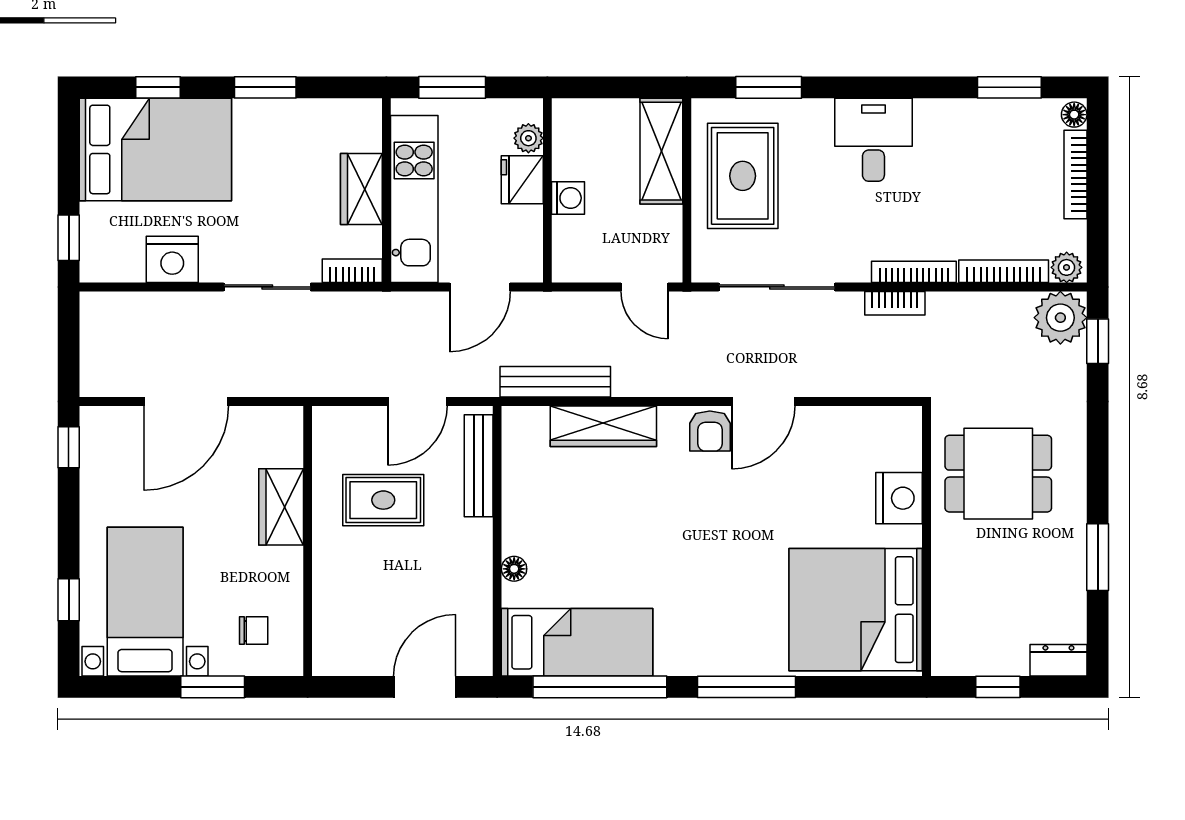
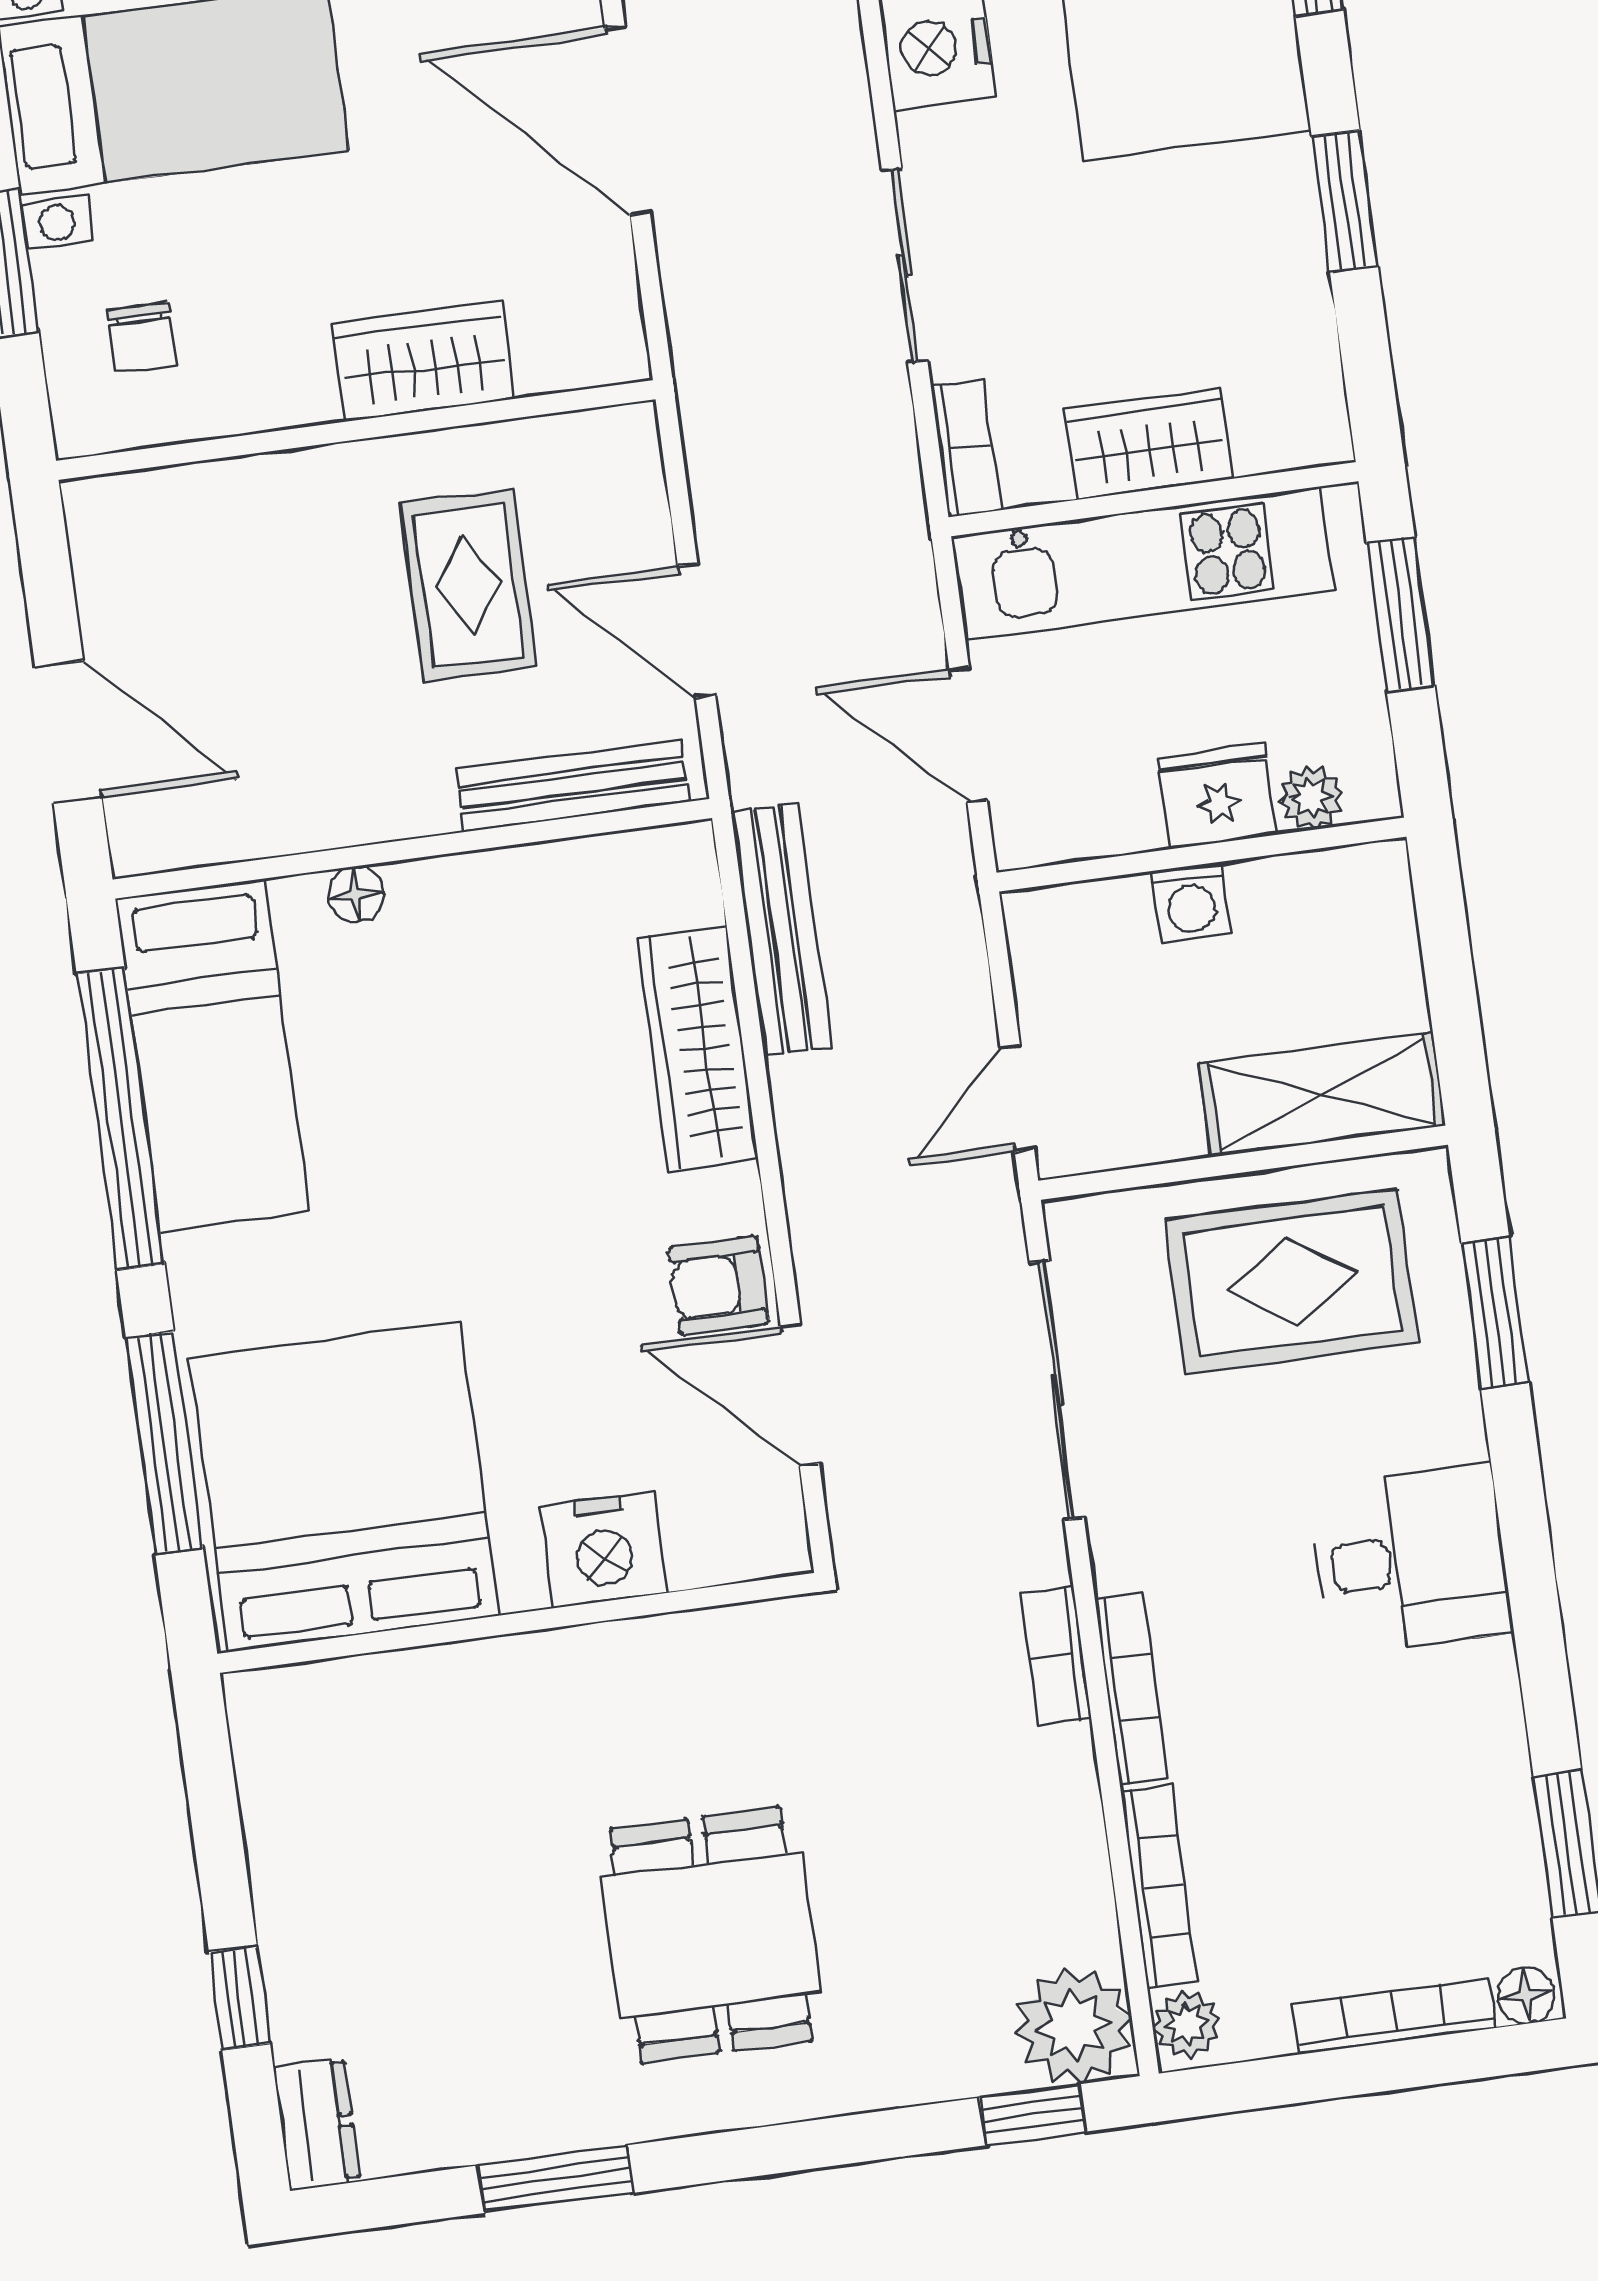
nightstand: (899, 498) -> (603, 1550), moved
wall: (927, 541) -> (517, 1623), moved
bed: (856, 610) -> (344, 1487), moved

